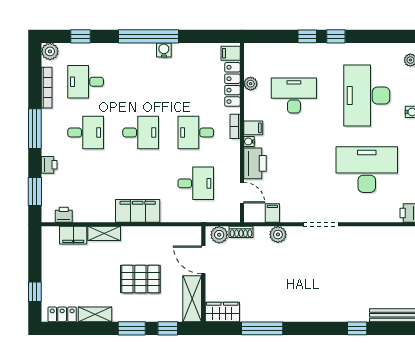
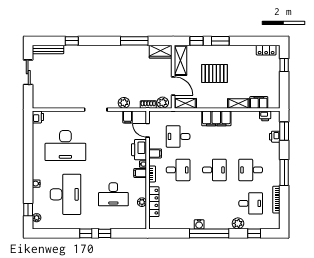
plant: (50, 51) -> (238, 223), moved
filing cabinet: (231, 53) -> (155, 153), moved
desk: (141, 133) -> (214, 170), turned 180
printer: (49, 165) -> (275, 137), moved
shelving: (95, 314) -> (185, 103), moved

